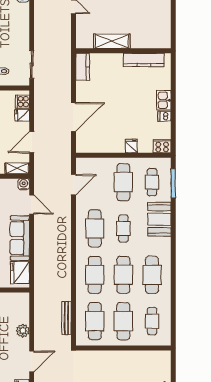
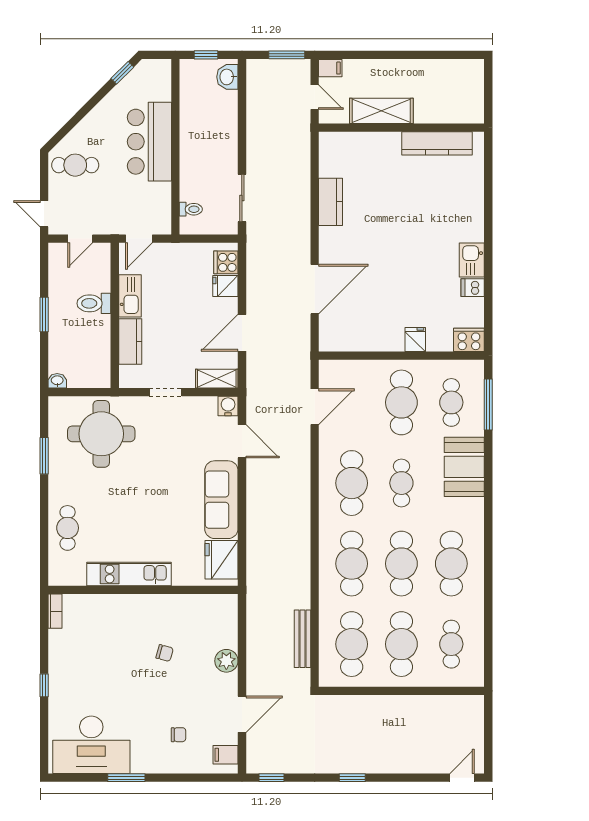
shelving: (112, 41) -> (381, 111), moved
wall: (123, 51) -> (401, 128), moved
kitchen counter: (144, 60) -> (437, 143), moved

